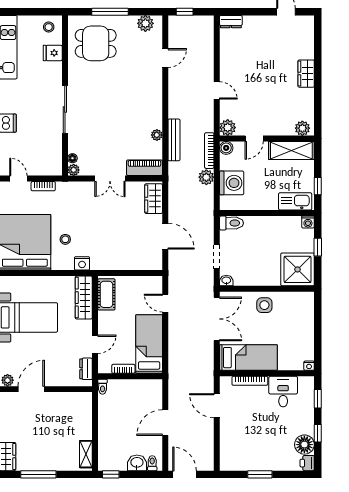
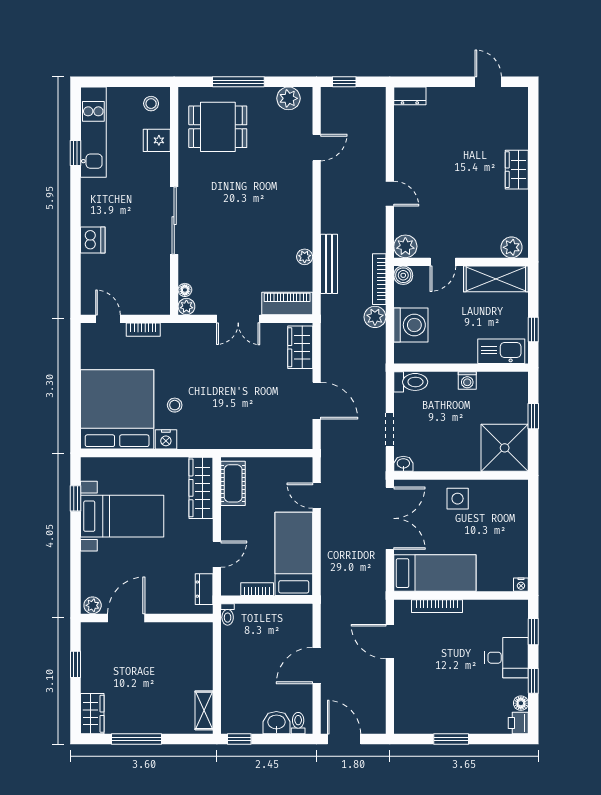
washing machine: (308, 222) -> (467, 381), moved
nightstand: (82, 263) -> (166, 439), moved
desk: (283, 392) -> (506, 658), moved, turned 90
floor lamp: (304, 445) -> (521, 703), width x0.53, depth x0.53

